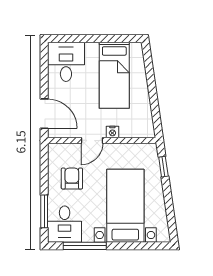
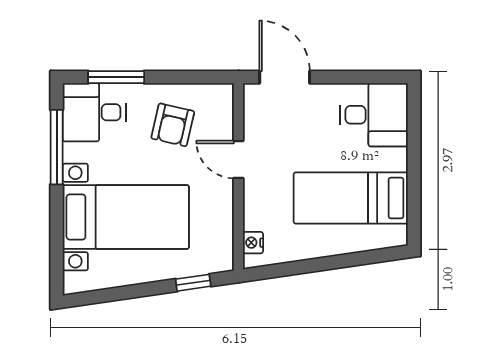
door: (44, 114) -> (285, 77), swing flipped
nightstand: (112, 132) -> (253, 243), moved
armchair: (72, 179) -> (173, 125), turned 103

